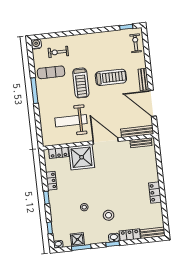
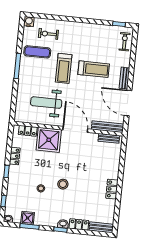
stool: (109, 215) -> (63, 184), moved

